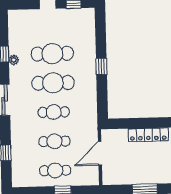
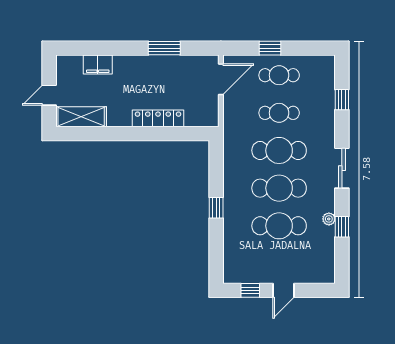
cafe table: (54, 112) -> (279, 150), width x1.37, depth x1.35
door: (100, 153) -> (221, 79), moved

